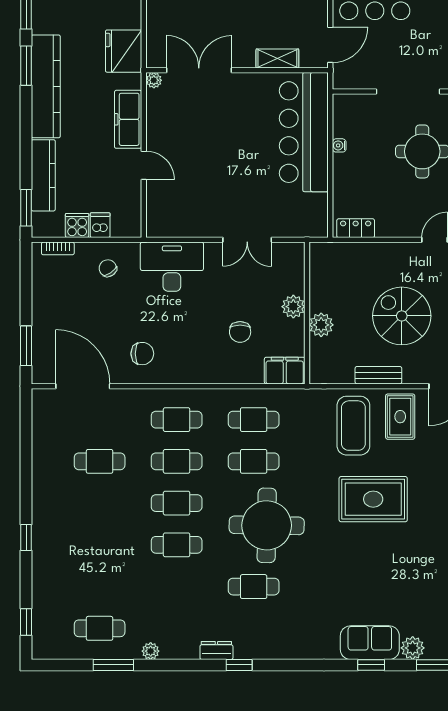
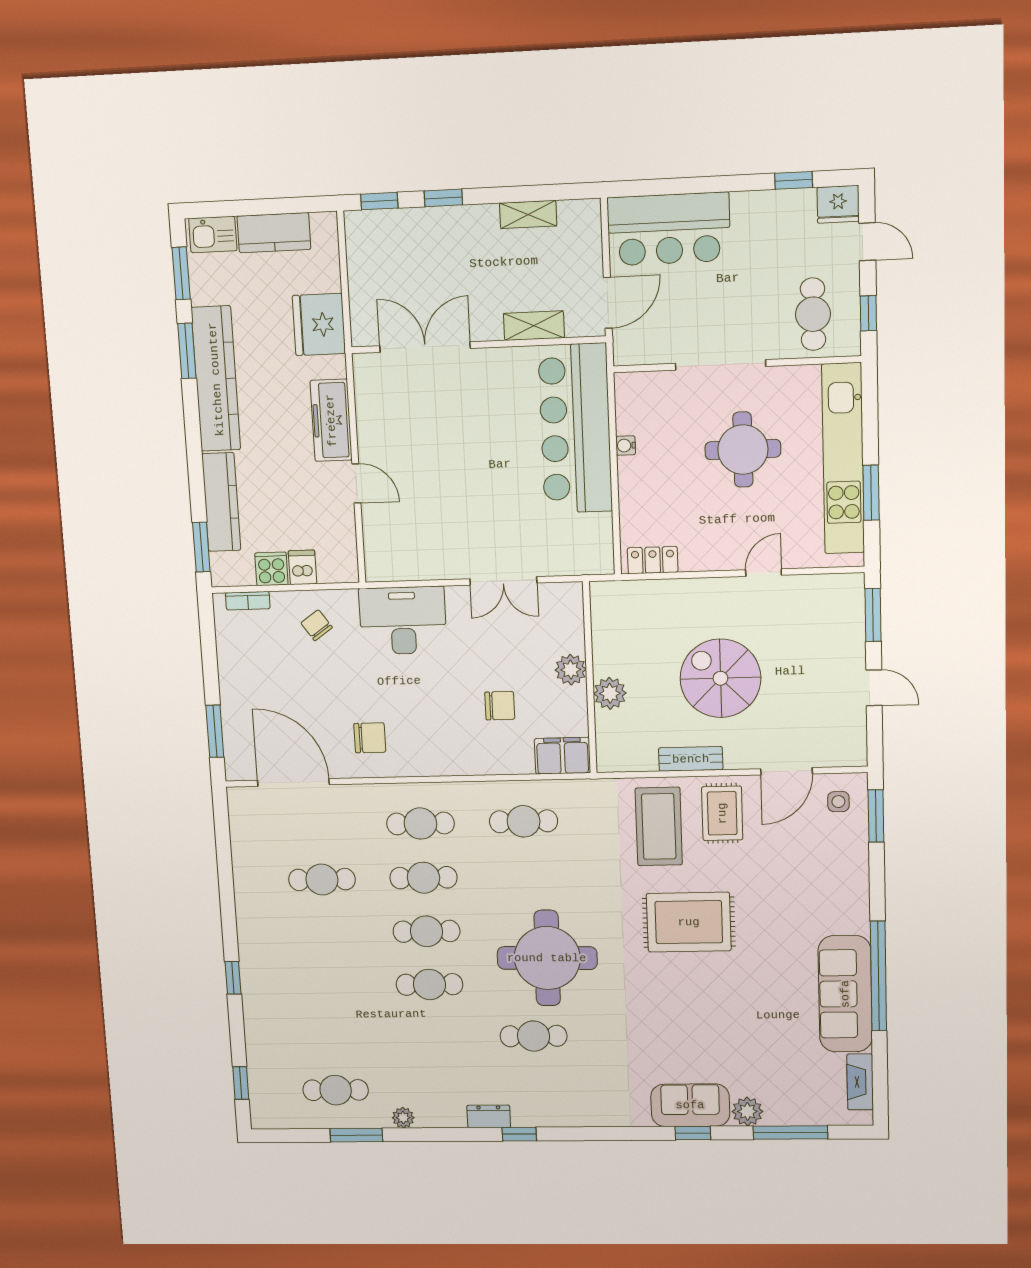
plant: (154, 80) -> (363, 364), removed
chair: (240, 332) -> (500, 706), turned -90
cafe table: (254, 461) -> (526, 876), removed

